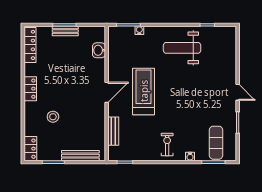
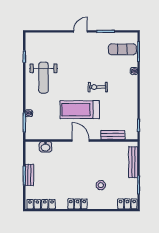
exercise bike: (167, 145) -> (98, 87), moved

